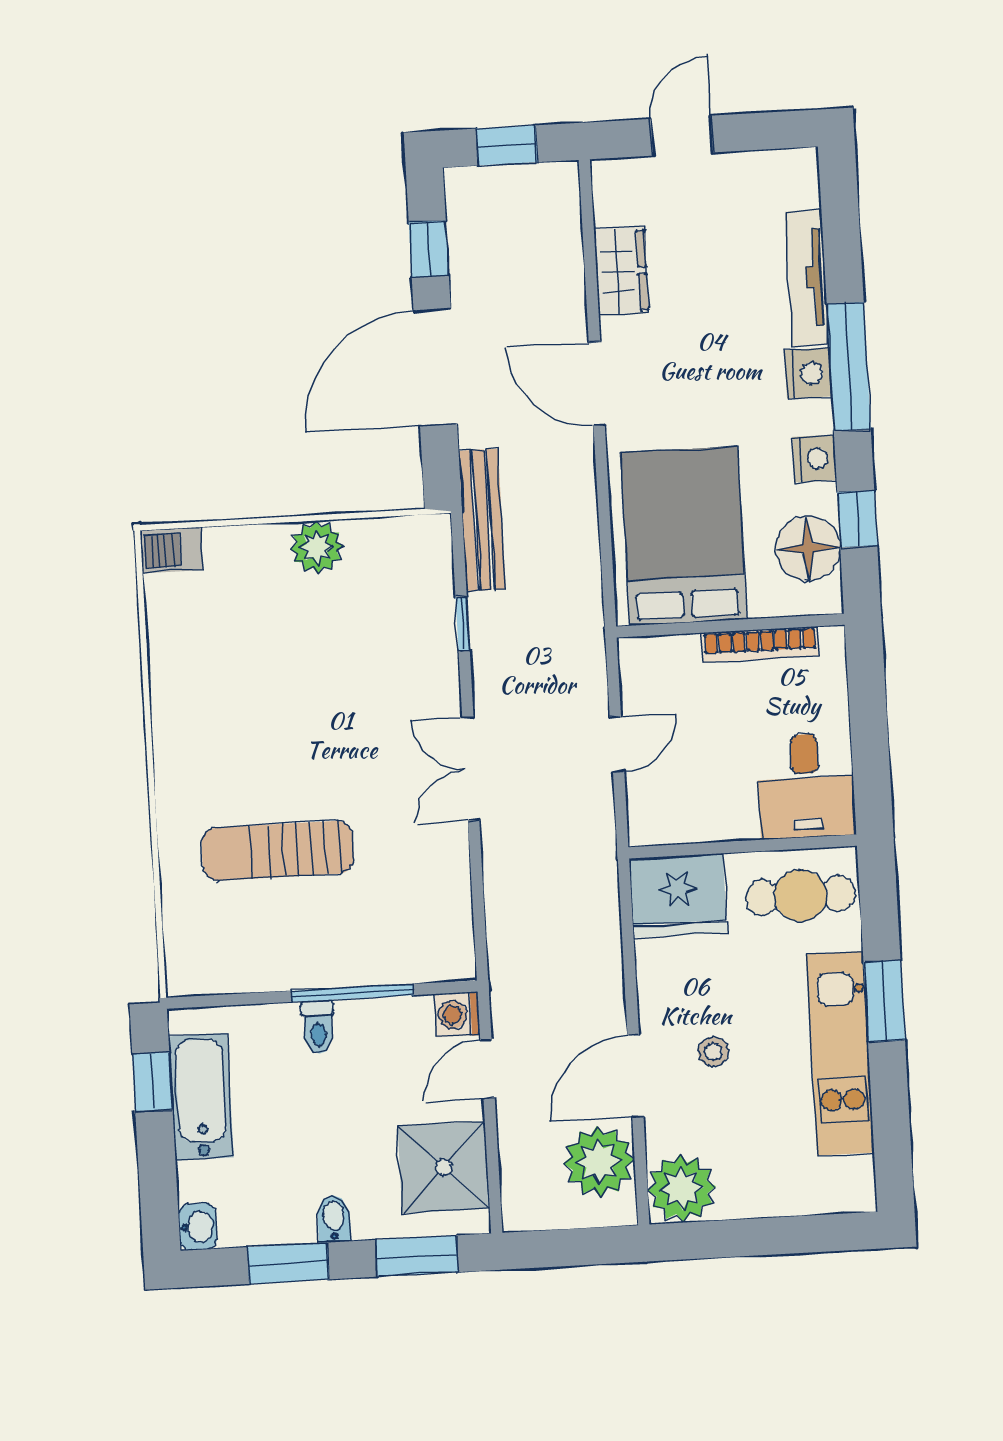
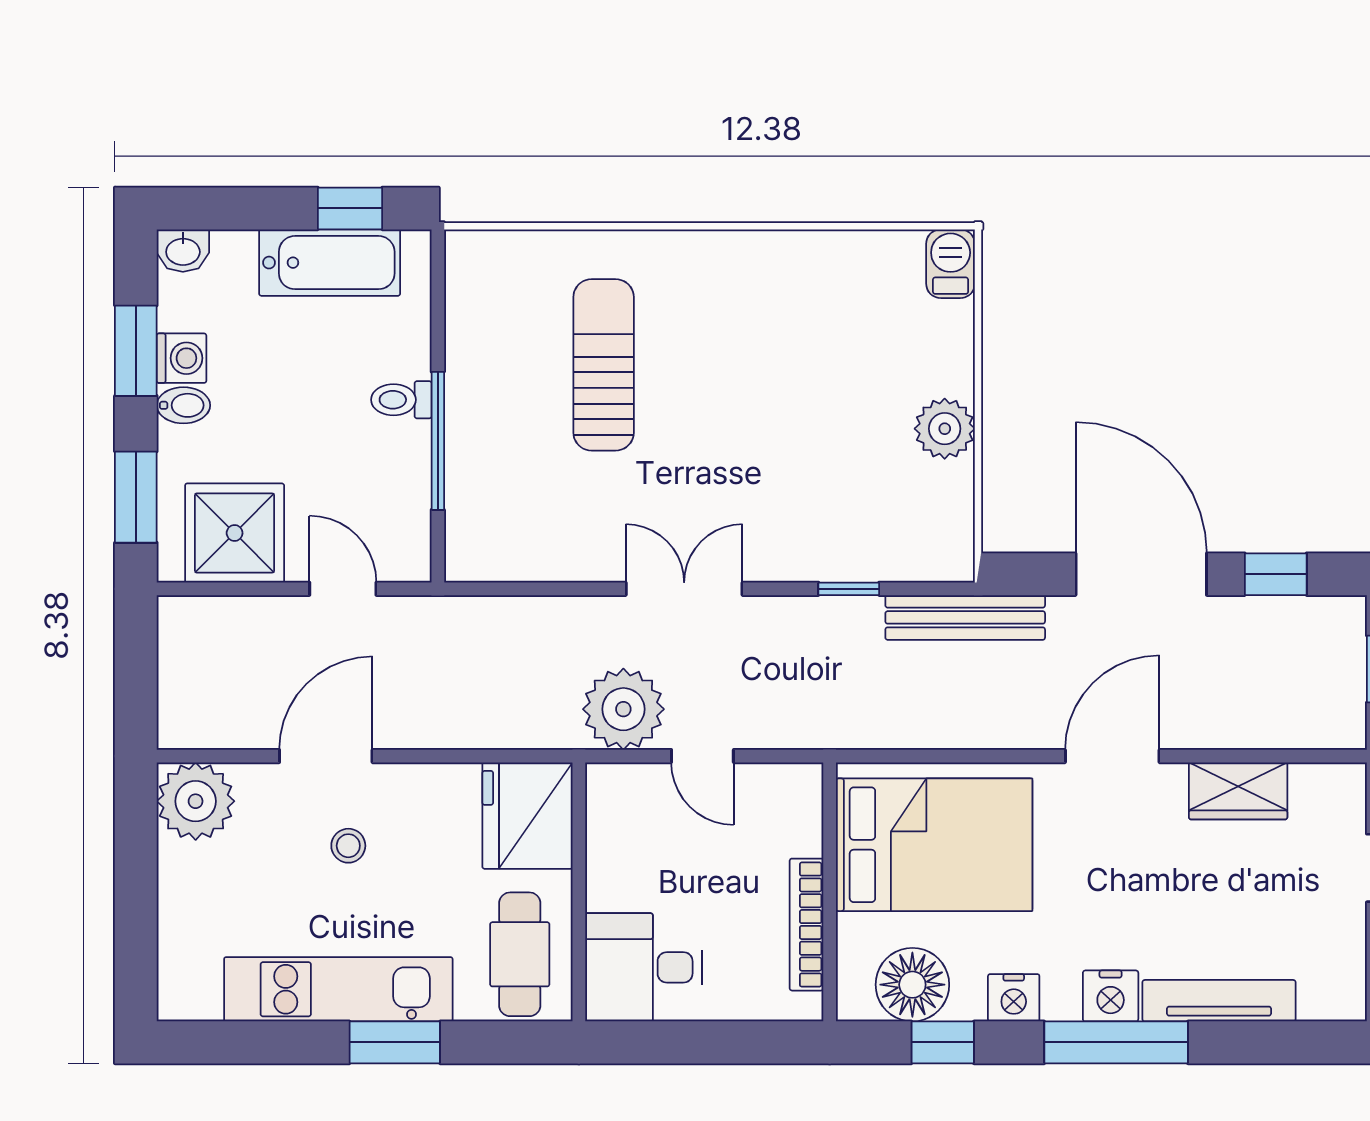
washing machine: (457, 1014) -> (181, 358), moved, turned 90
door: (636, 1076) -> (326, 756), hinge flipped
plant: (599, 1162) -> (623, 709), moved

